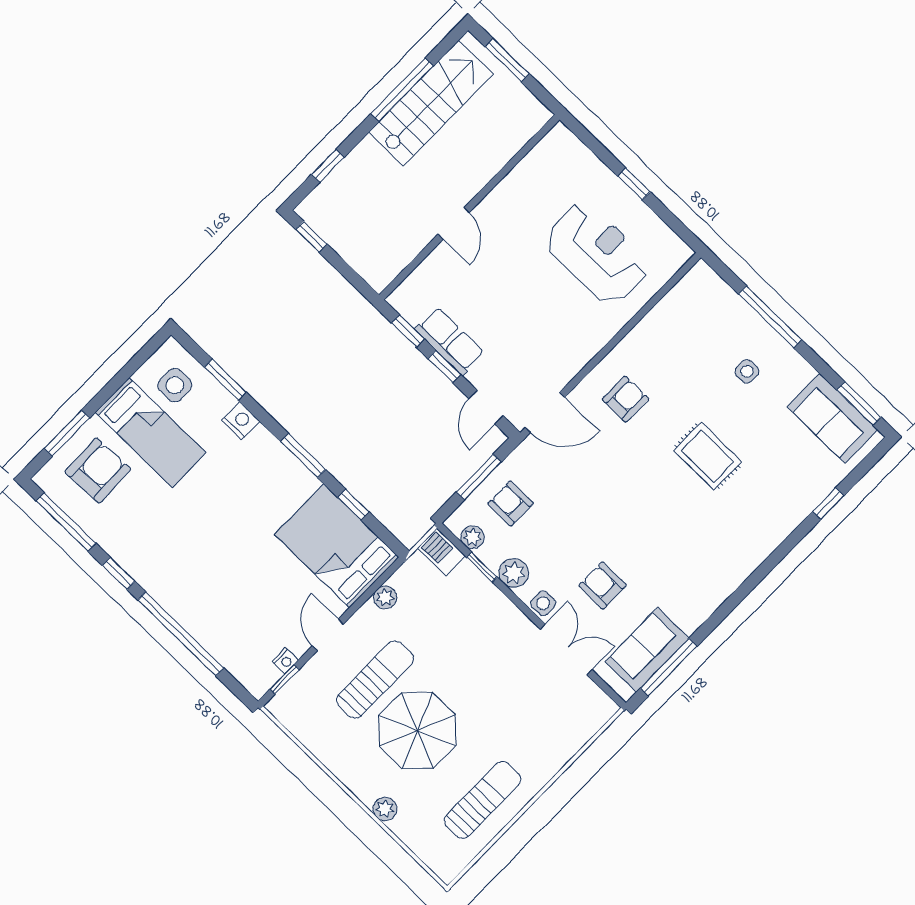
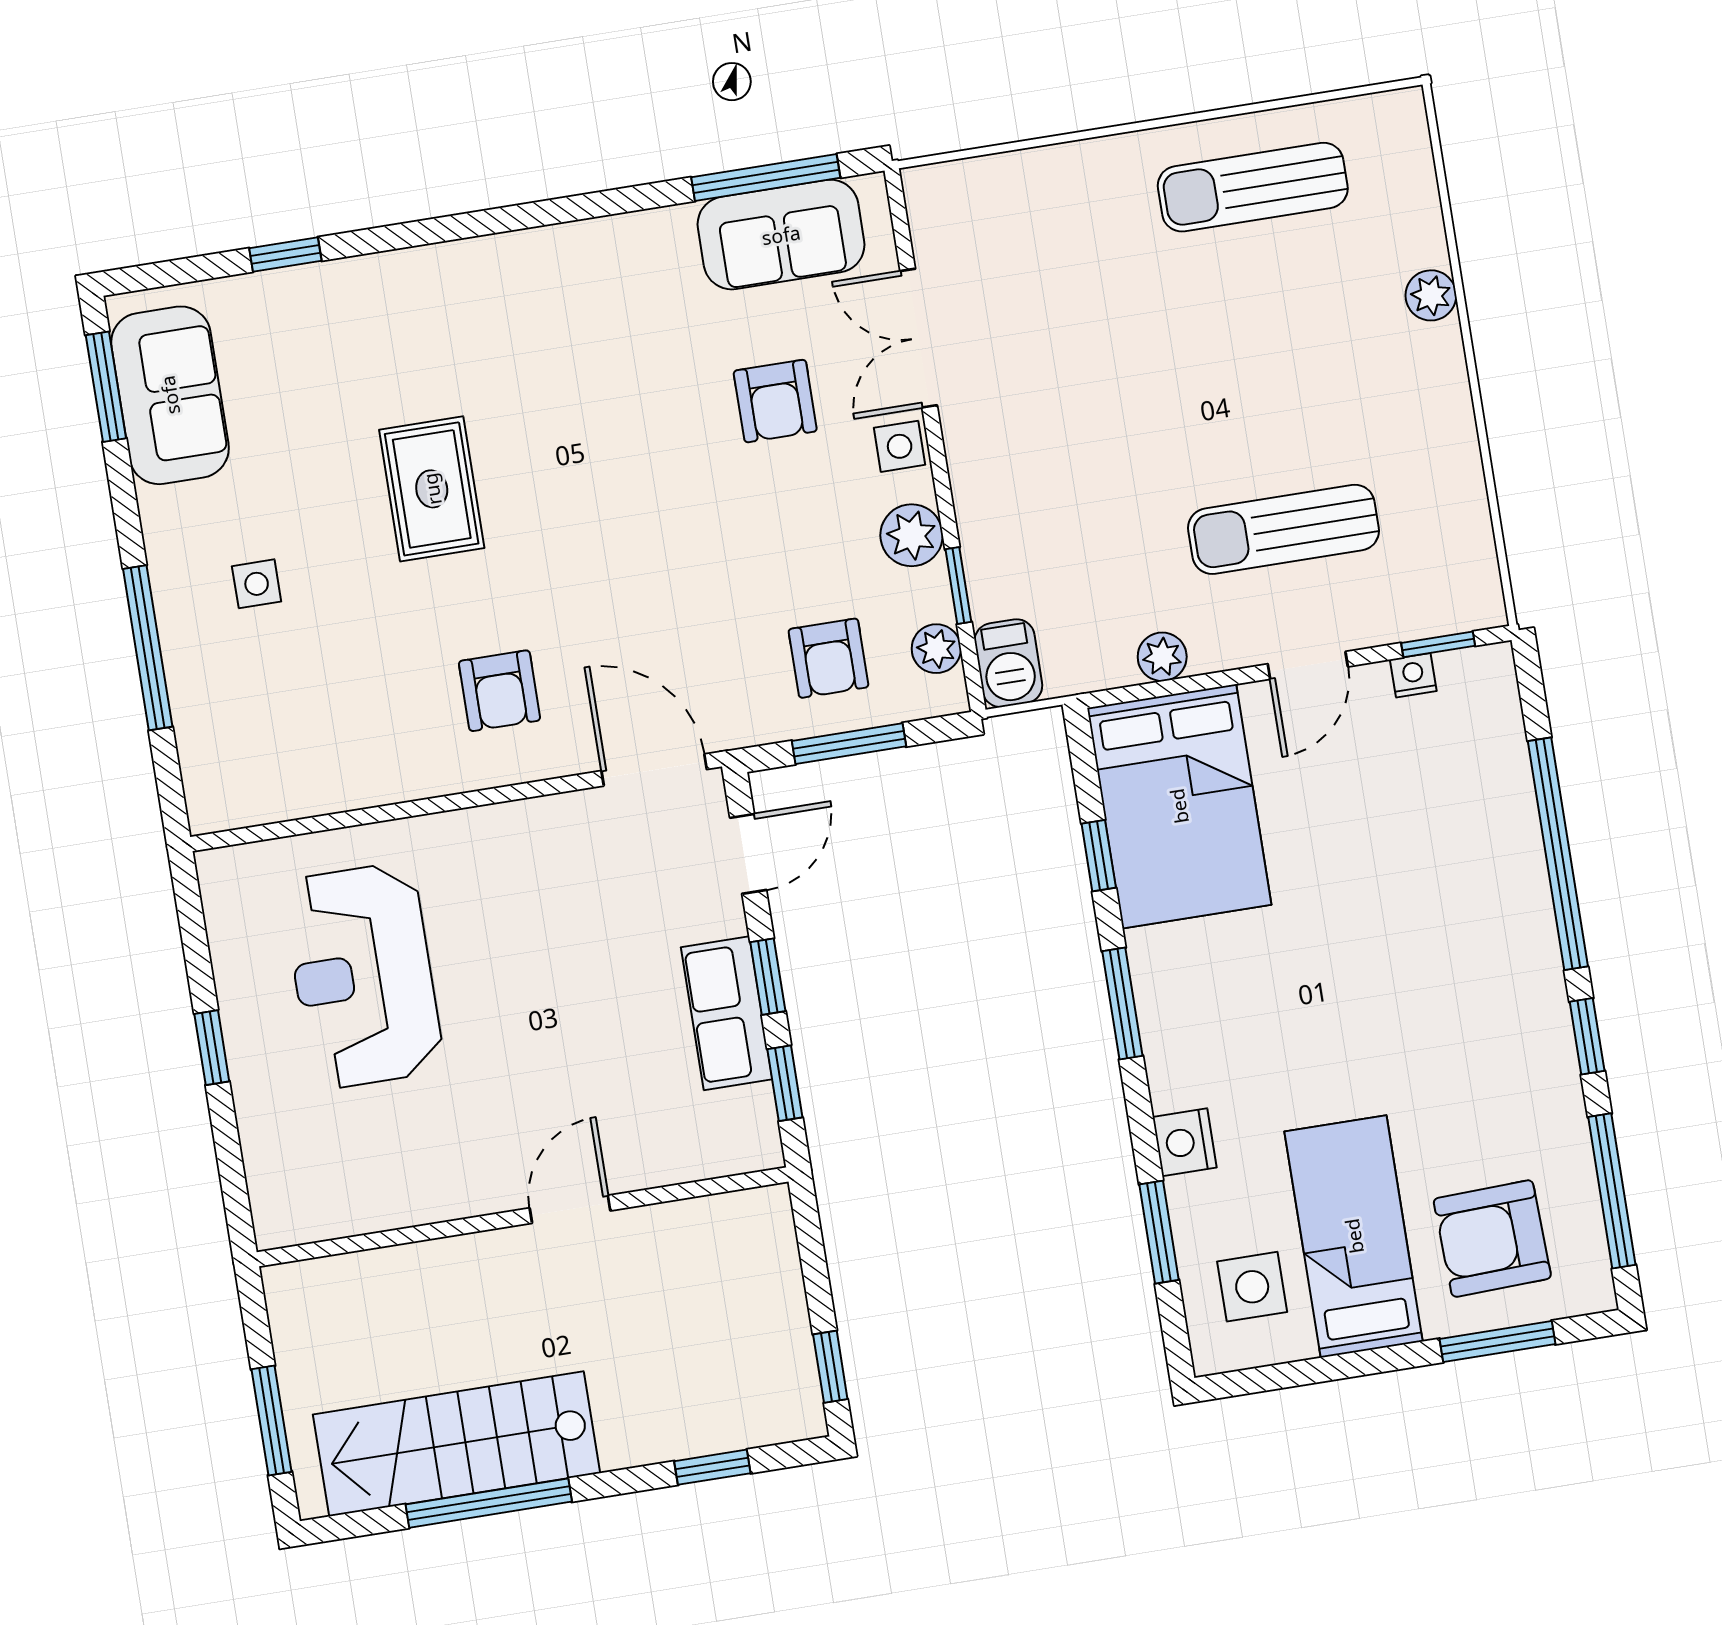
armchair: (625, 399) -> (500, 691), turned -90
parasol: (417, 731) -> (1276, 388), removed

